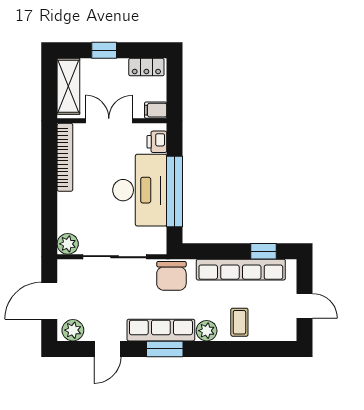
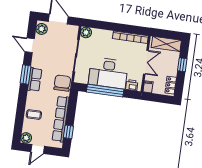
chair: (171, 276) -> (62, 83), turned 90
row of seats: (161, 330) -> (35, 79), width x0.68
plant: (207, 331) -> (26, 138), moved

